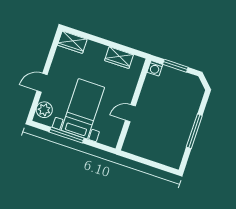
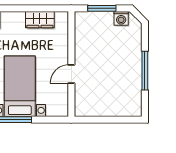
washing machine: (155, 68) -> (121, 18), moved

